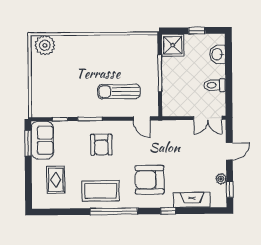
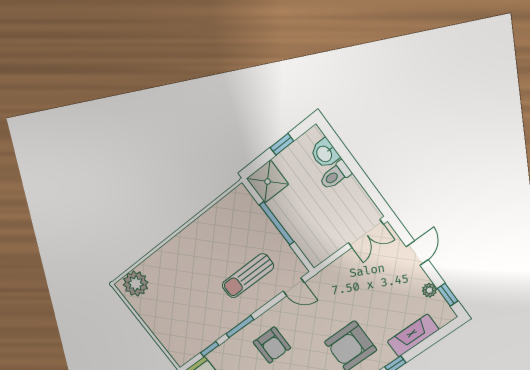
toilet: (215, 85) -> (335, 175), moved

